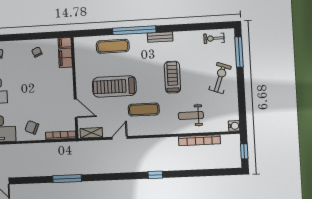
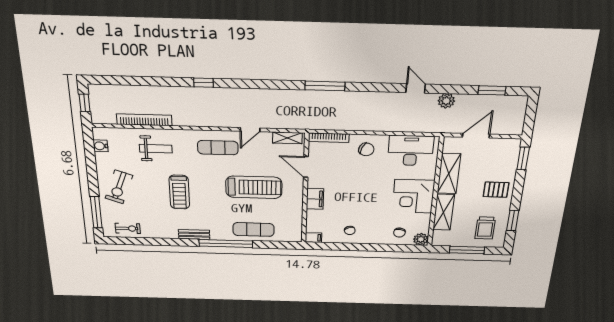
filing cabinet: (65, 58) -> (315, 199), moved
exercise mat: (144, 110) -> (218, 148), moved
water cooler: (234, 126) -> (101, 146), moved

